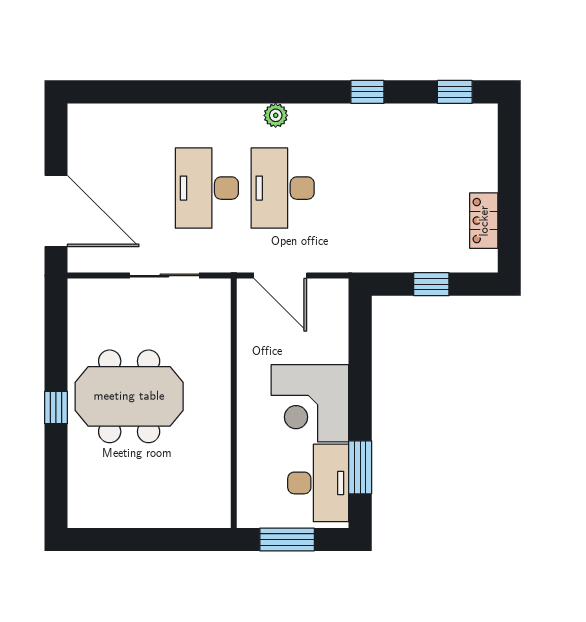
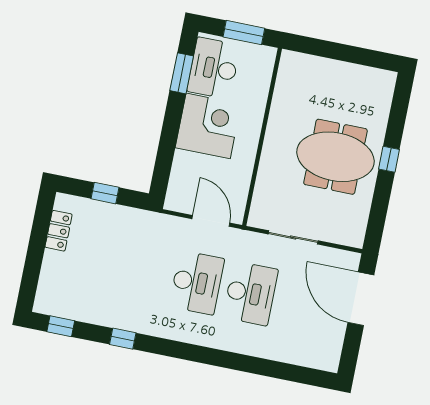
plant: (276, 115) -> (191, 335), removed

